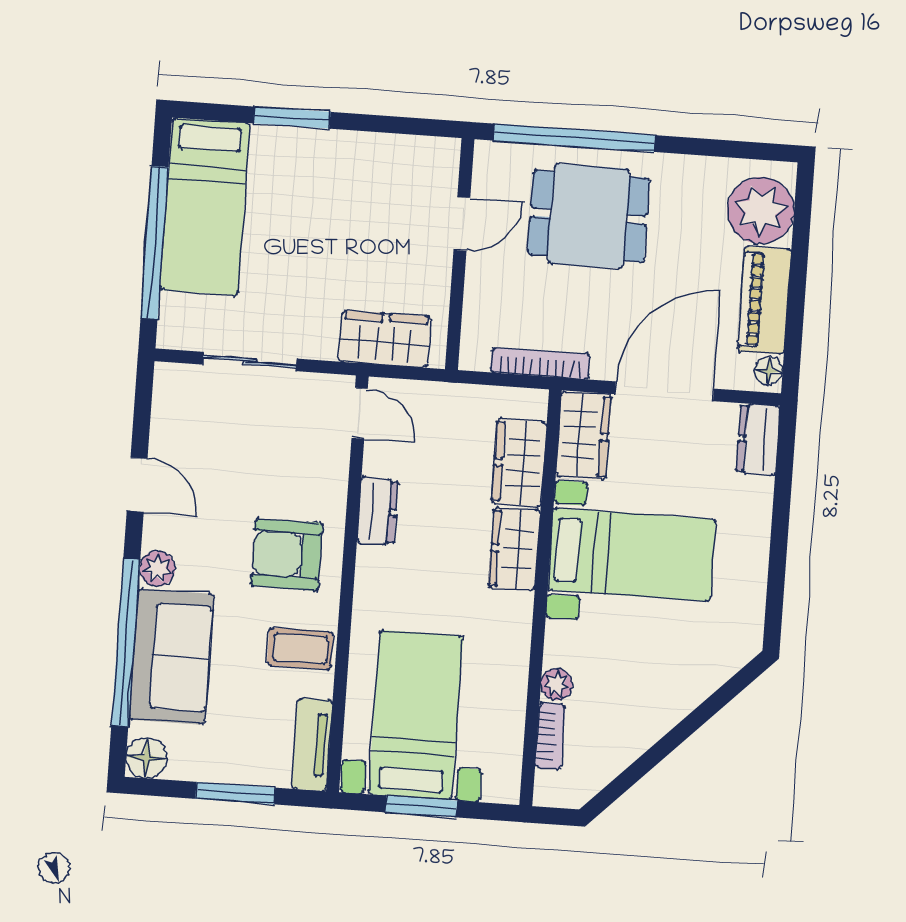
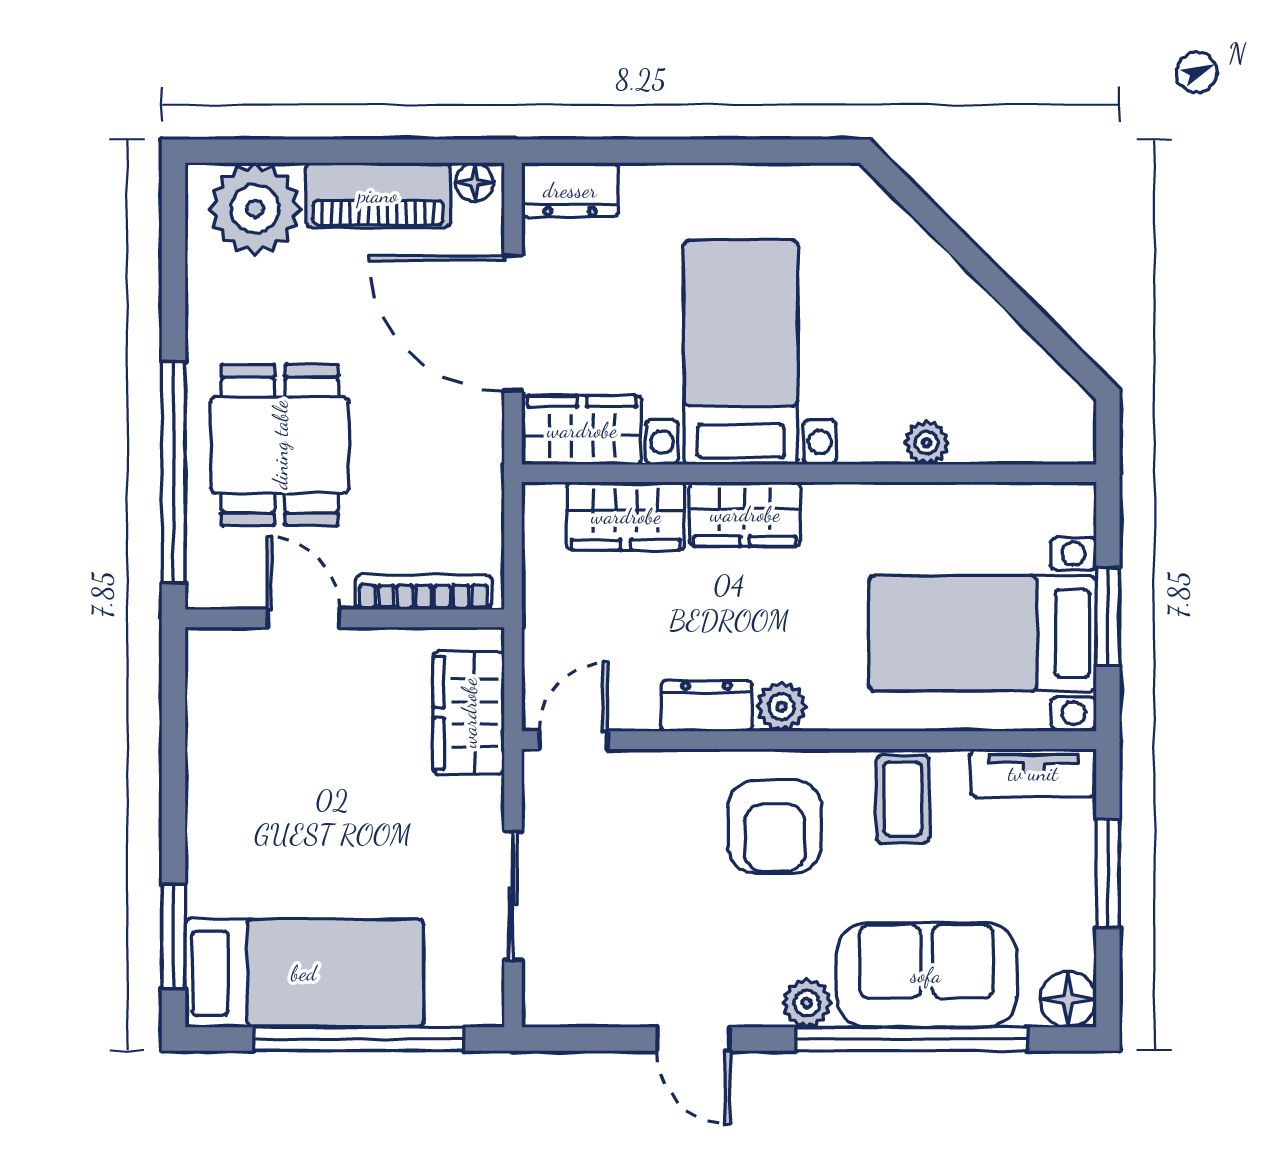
window: (292, 118) -> (174, 937), moved
bookcase: (540, 363) -> (424, 592), moved, turned 90
door: (137, 485) -> (693, 1039), swing flipped
plant: (373, 566) -> (781, 707), added
bookcase: (550, 736) -> (998, 447), removed

